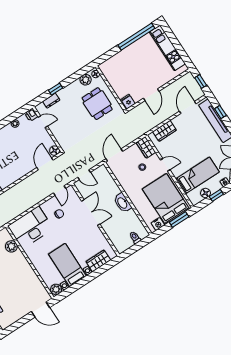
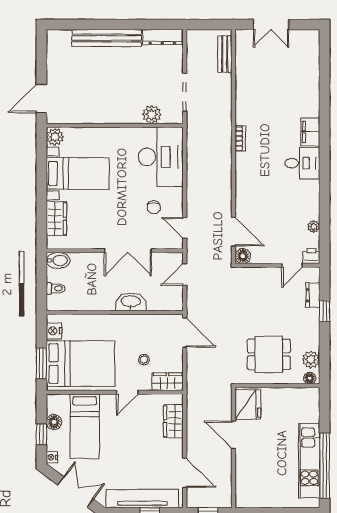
kitchen unit: (167, 48) -> (309, 461), moved, turned -90
fridge: (128, 102) -> (248, 405), width x1.88, depth x1.34
washbasin: (123, 203) -> (131, 302), moved
bidet: (120, 246) -> (58, 261), added

